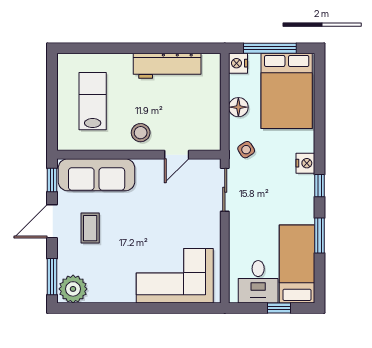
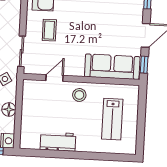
workbench: (167, 66) -> (58, 142), width x0.73
coffee table: (90, 228) -> (49, 30), moved

